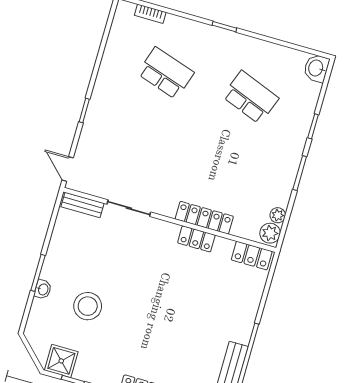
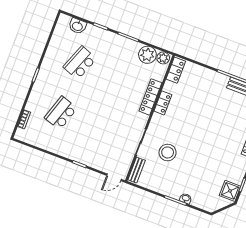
washbasin: (316, 68) -> (78, 26), moved
plant: (278, 215) -> (147, 55), width x1.88, depth x1.88
stool: (88, 306) -> (168, 152), moved

